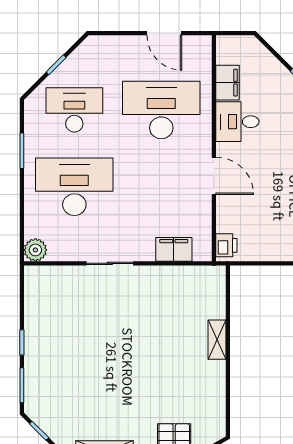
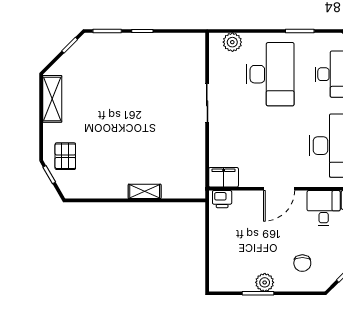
filing cabinet: (174, 249) -> (224, 177), moved, turned -90
plant: (35, 250) -> (232, 42), moved

